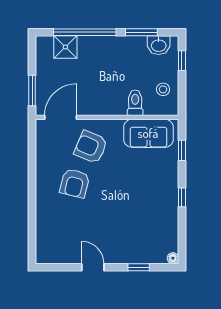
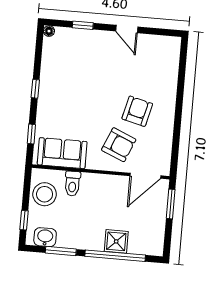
shower: (65, 47) -> (116, 241), moved
stool: (163, 89) -> (45, 194), width x1.89, depth x1.89

